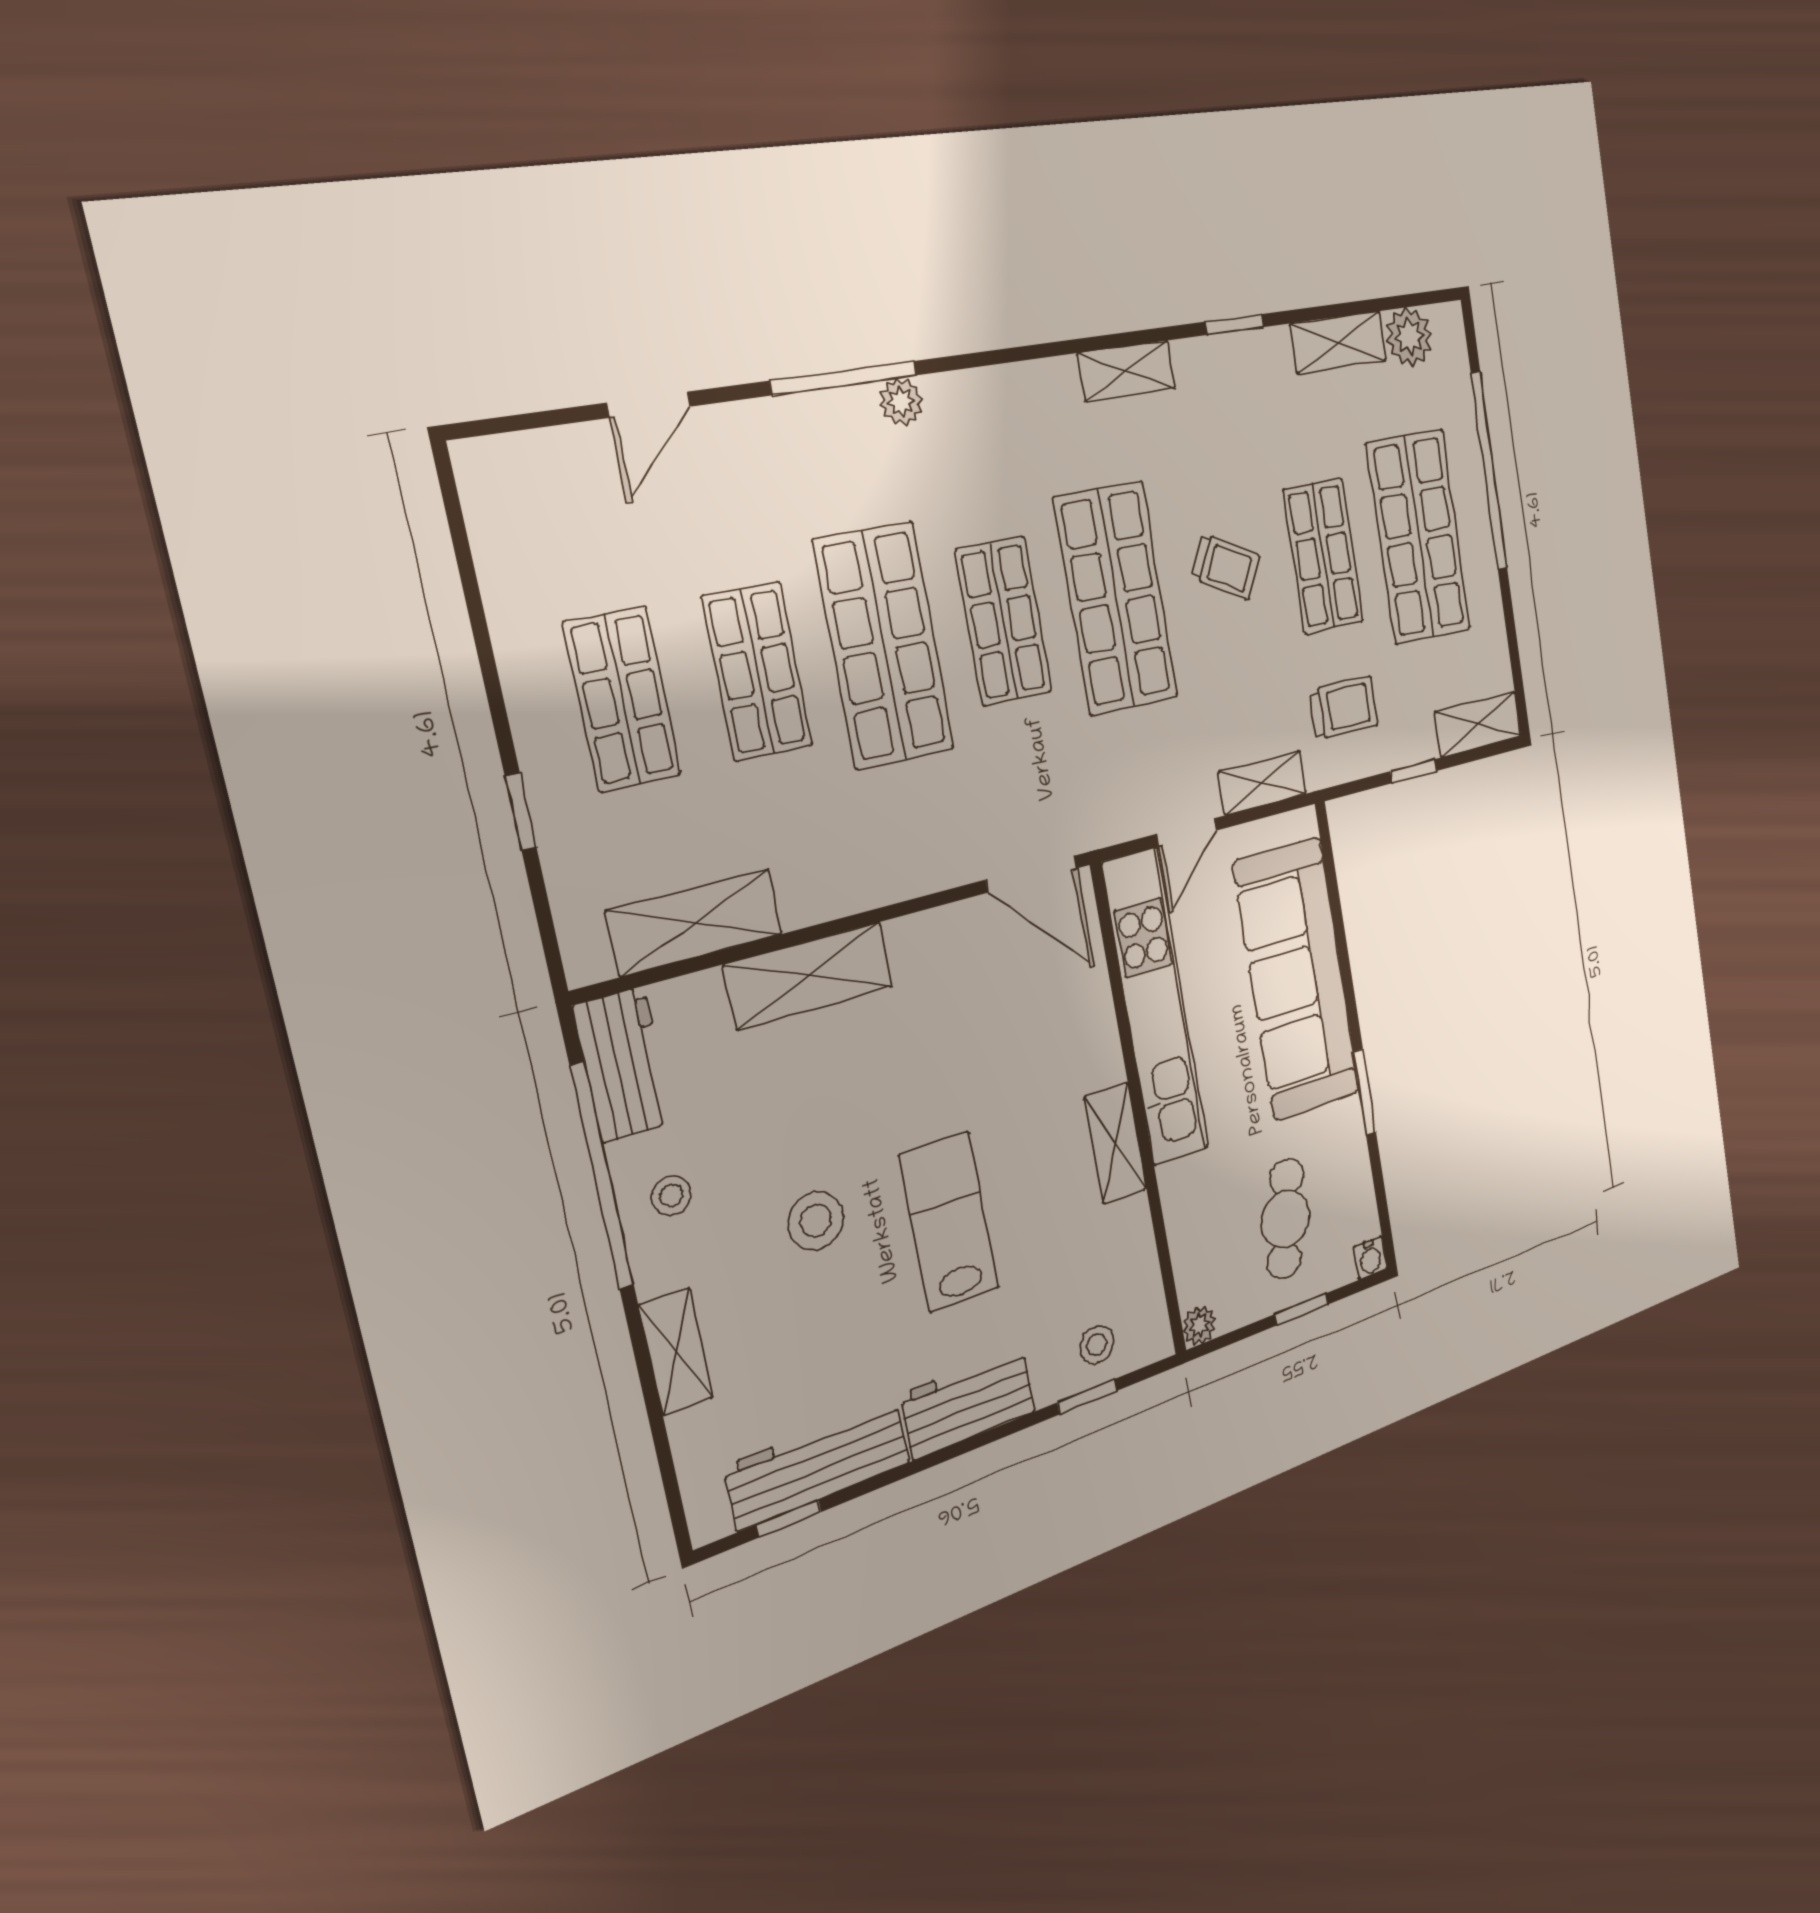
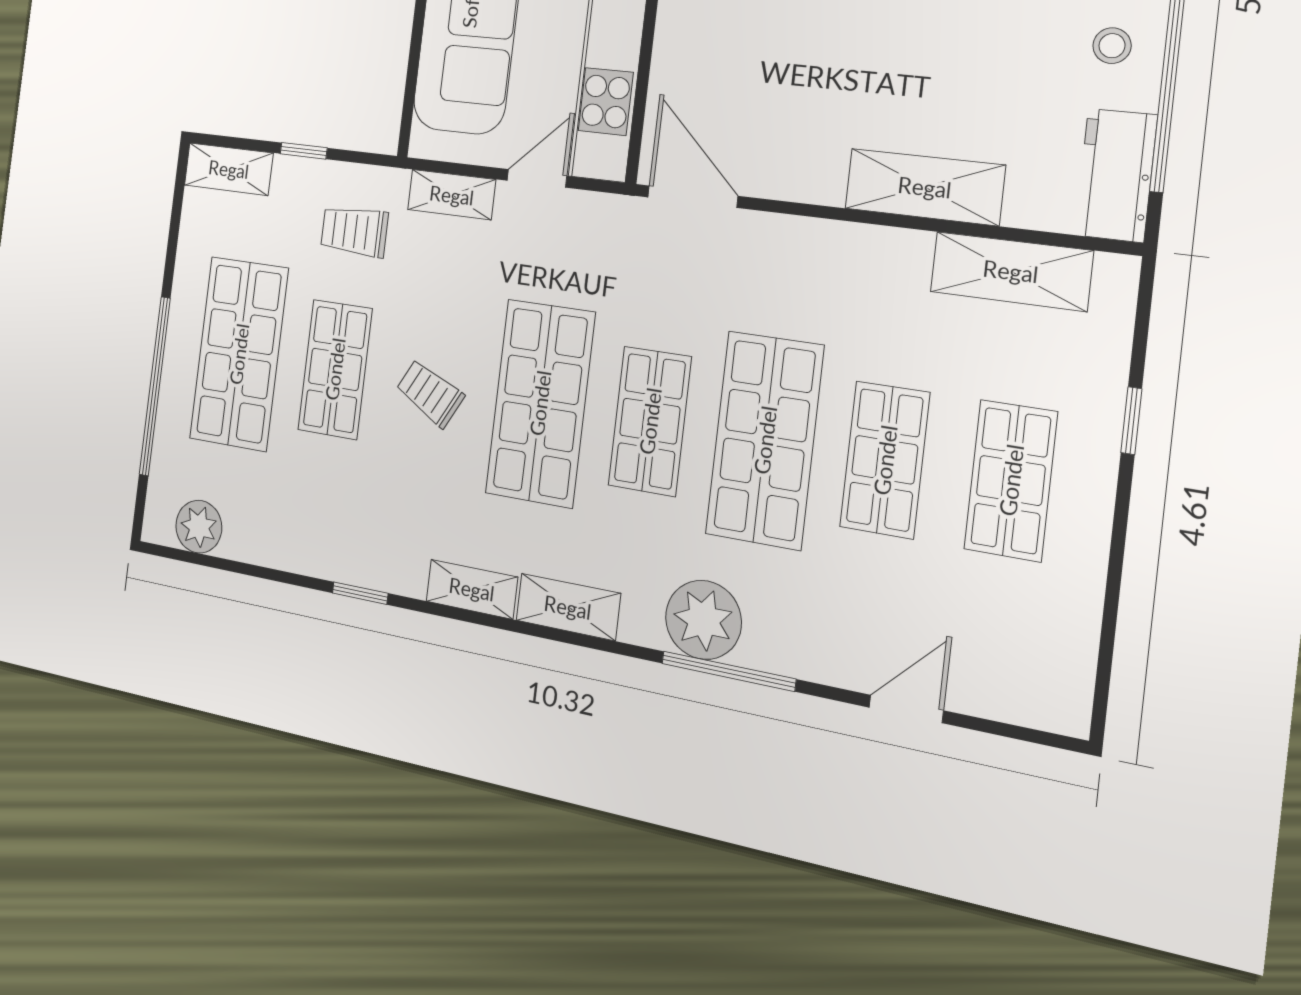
shelving: (1338, 342) -> (568, 607), moved
plant: (901, 402) -> (703, 620), width x1.88, depth x1.88

